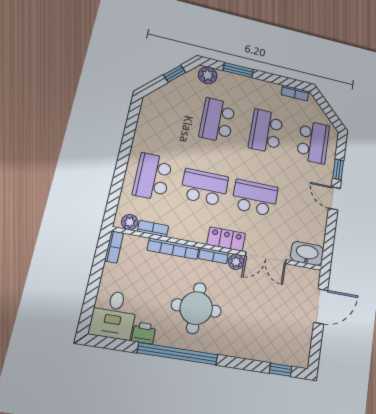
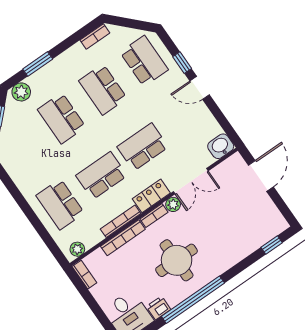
bookcase: (153, 229) -> (121, 221), moved, width x1.56
washbasin: (307, 253) -> (221, 146), width x0.72

